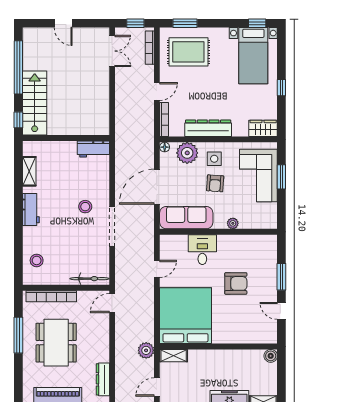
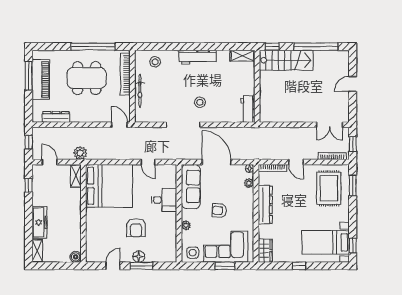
plant: (187, 153) -> (249, 183), width x0.53, depth x0.53
side table: (214, 159) -> (193, 253), moved
shelving: (29, 171) -> (242, 56), moved
workbench: (31, 209) -> (198, 57), width x1.38
bicycle: (89, 279) -> (140, 91), moved
floor lamp: (270, 280) -> (139, 256), added
window: (18, 335) -> (93, 47), width x1.46

